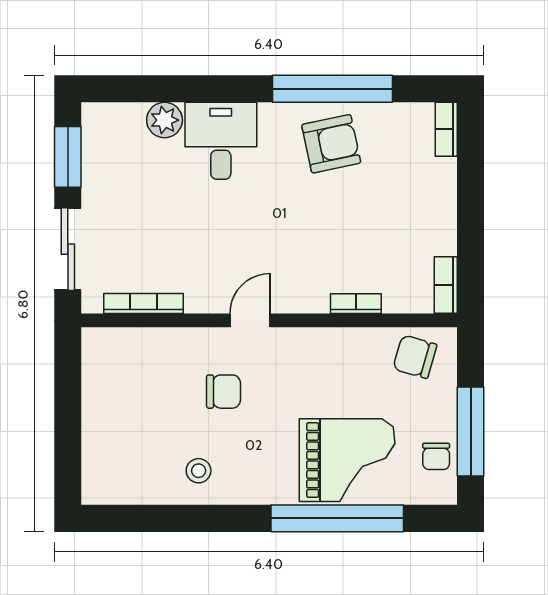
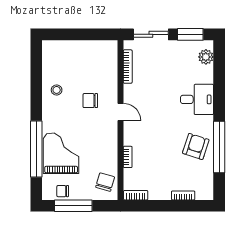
plant: (165, 120) -> (206, 57), moved
bookcase: (446, 129) -> (183, 195), moved
armchair: (331, 144) -> (196, 146), turned -150
chair: (223, 392) -> (90, 101), turned 90
grand piano: (347, 460) -> (61, 153), turned 180

